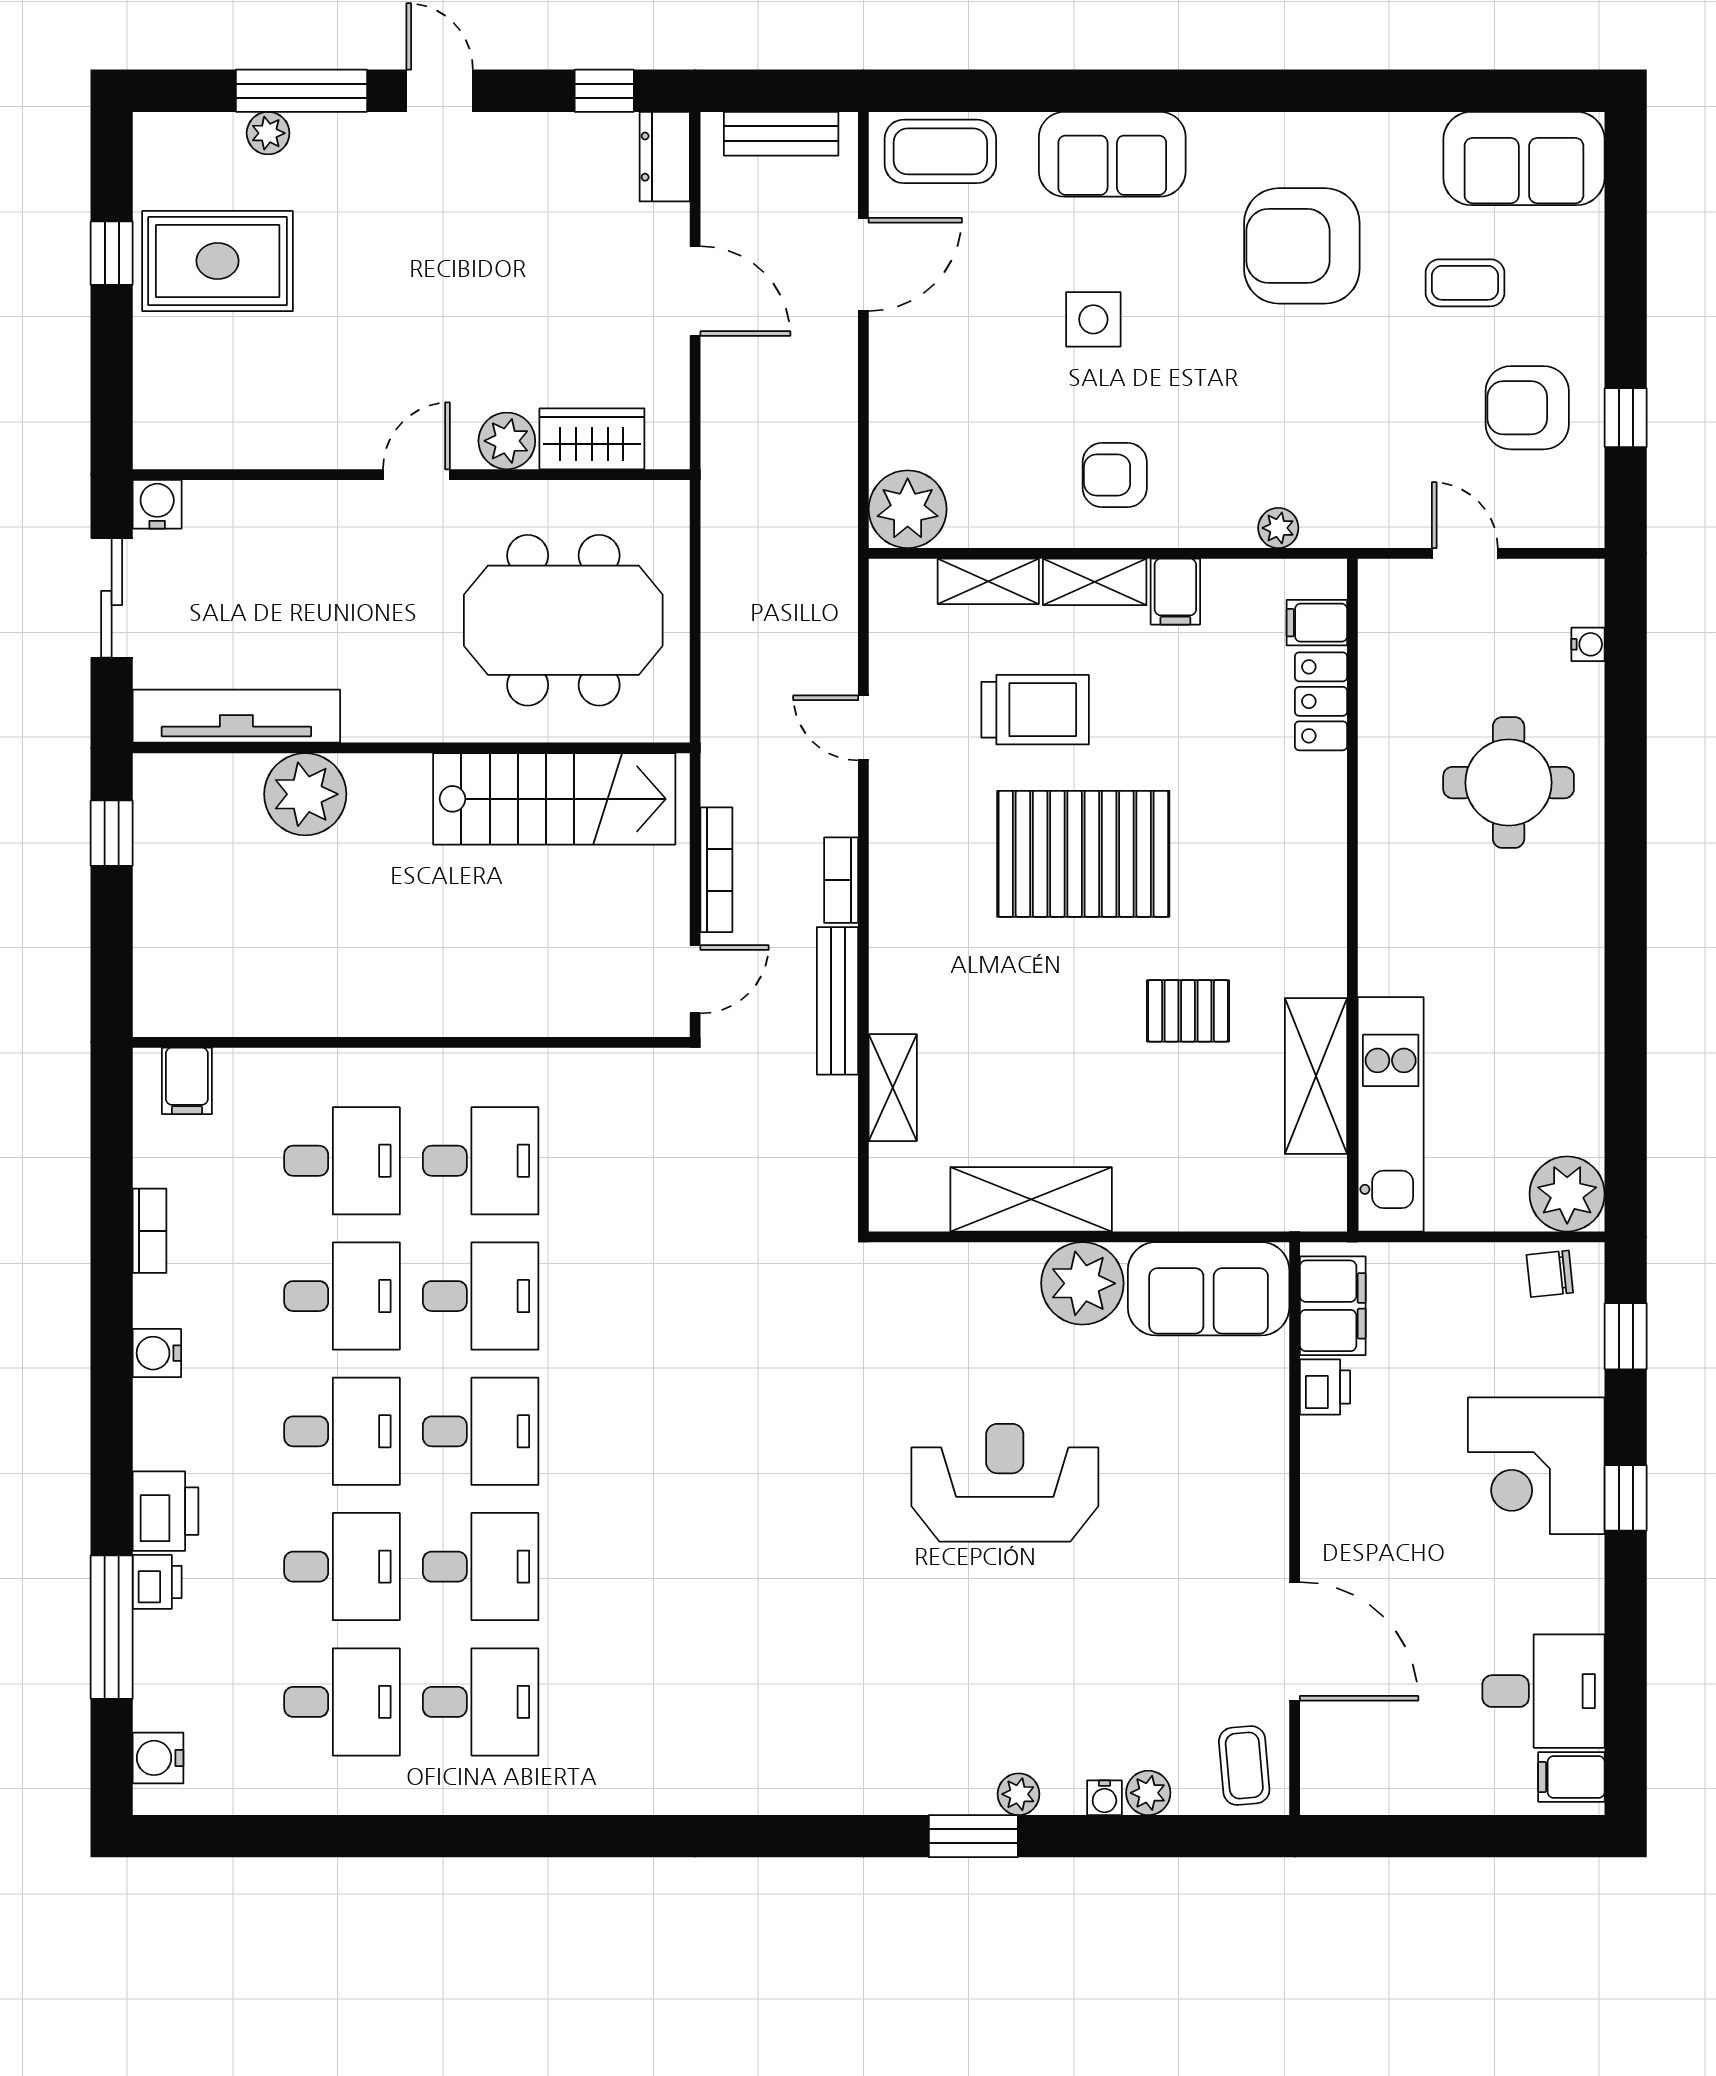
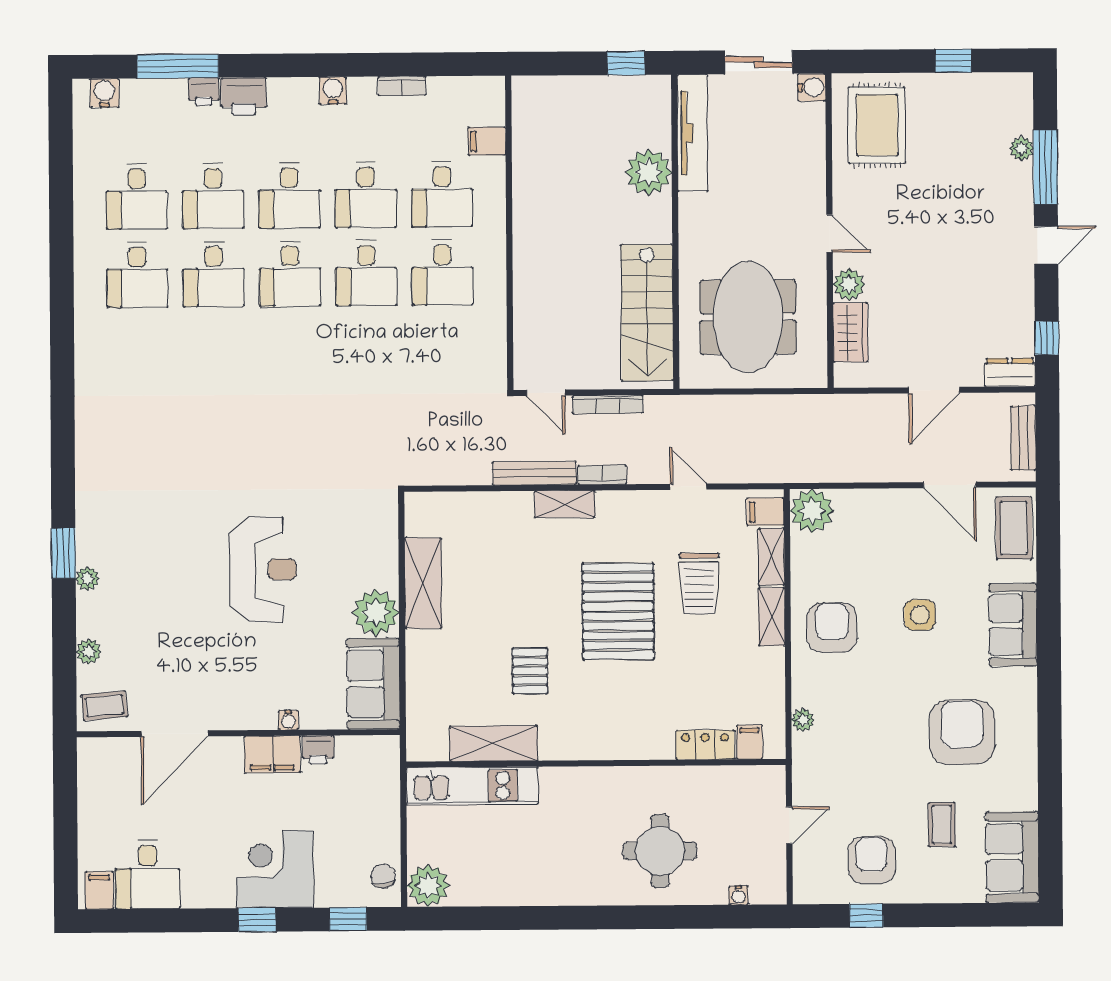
rug: (218, 261) -> (877, 125), moved
armchair: (1115, 475) -> (832, 628), width x1.38, depth x1.38
filing cabinet: (1175, 592) -> (765, 512), moved
door: (863, 728) -> (688, 487), hinge flipped
filing cabinet: (187, 1081) -> (487, 141), moved
shelving: (893, 1088) -> (565, 504), moved
filing cabinet: (1333, 1306) -> (272, 754), moved
water cooler: (1104, 1798) -> (288, 720), moved, turned -90

